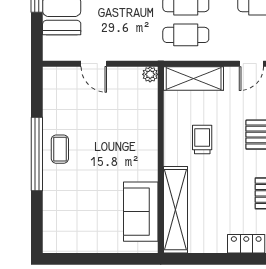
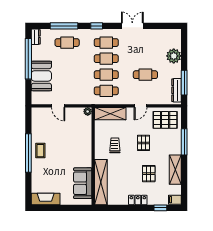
fireplace: (70, 242) -> (46, 199), added

